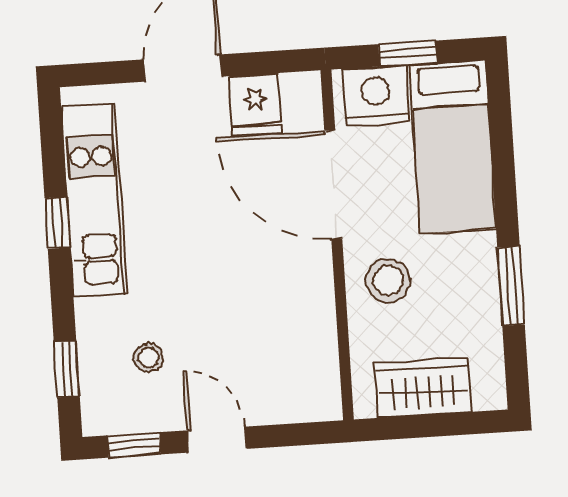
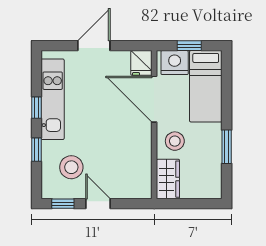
fridge: (255, 104) -> (141, 63), moved
stool: (148, 358) -> (71, 167), width x1.89, depth x1.89
window: (67, 369) -> (37, 150), moved
wardrobe: (423, 388) -> (168, 179), moved, turned 90

